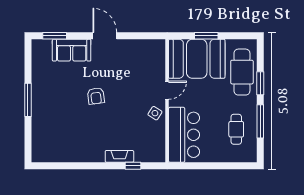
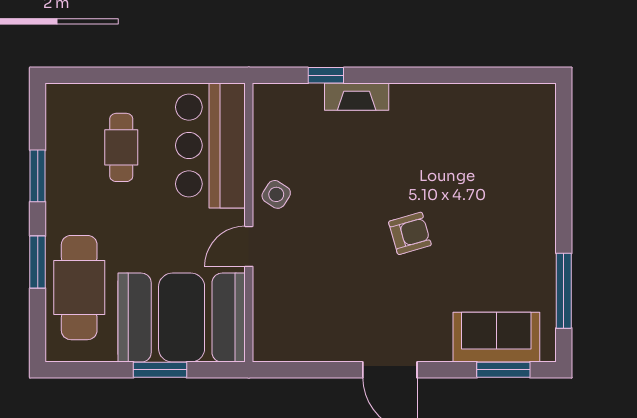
sofa: (72, 50) -> (496, 337), moved
armchair: (96, 96) -> (410, 233), turned 81
window: (28, 100) -> (564, 291), moved
window: (260, 121) -> (38, 176), width x0.69
cafe table: (236, 129) -> (121, 147), moved

